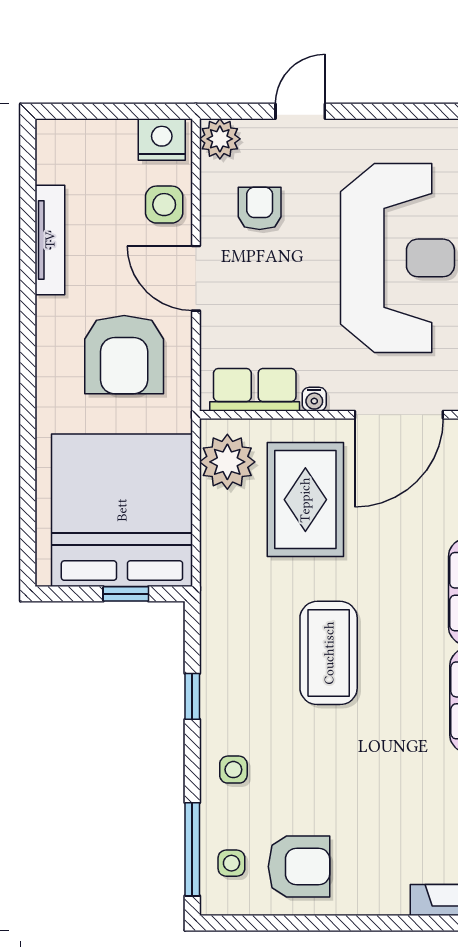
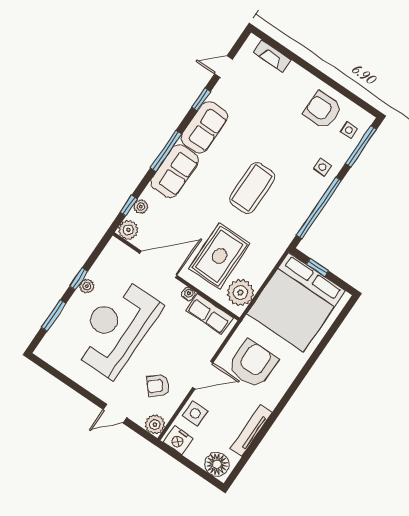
floor lamp: (69, 143) -> (217, 464), added
armchair: (260, 208) -> (158, 386), turned 49
door: (196, 278) -> (203, 375), hinge flipped
window: (192, 696) -> (319, 208), width x3.17

